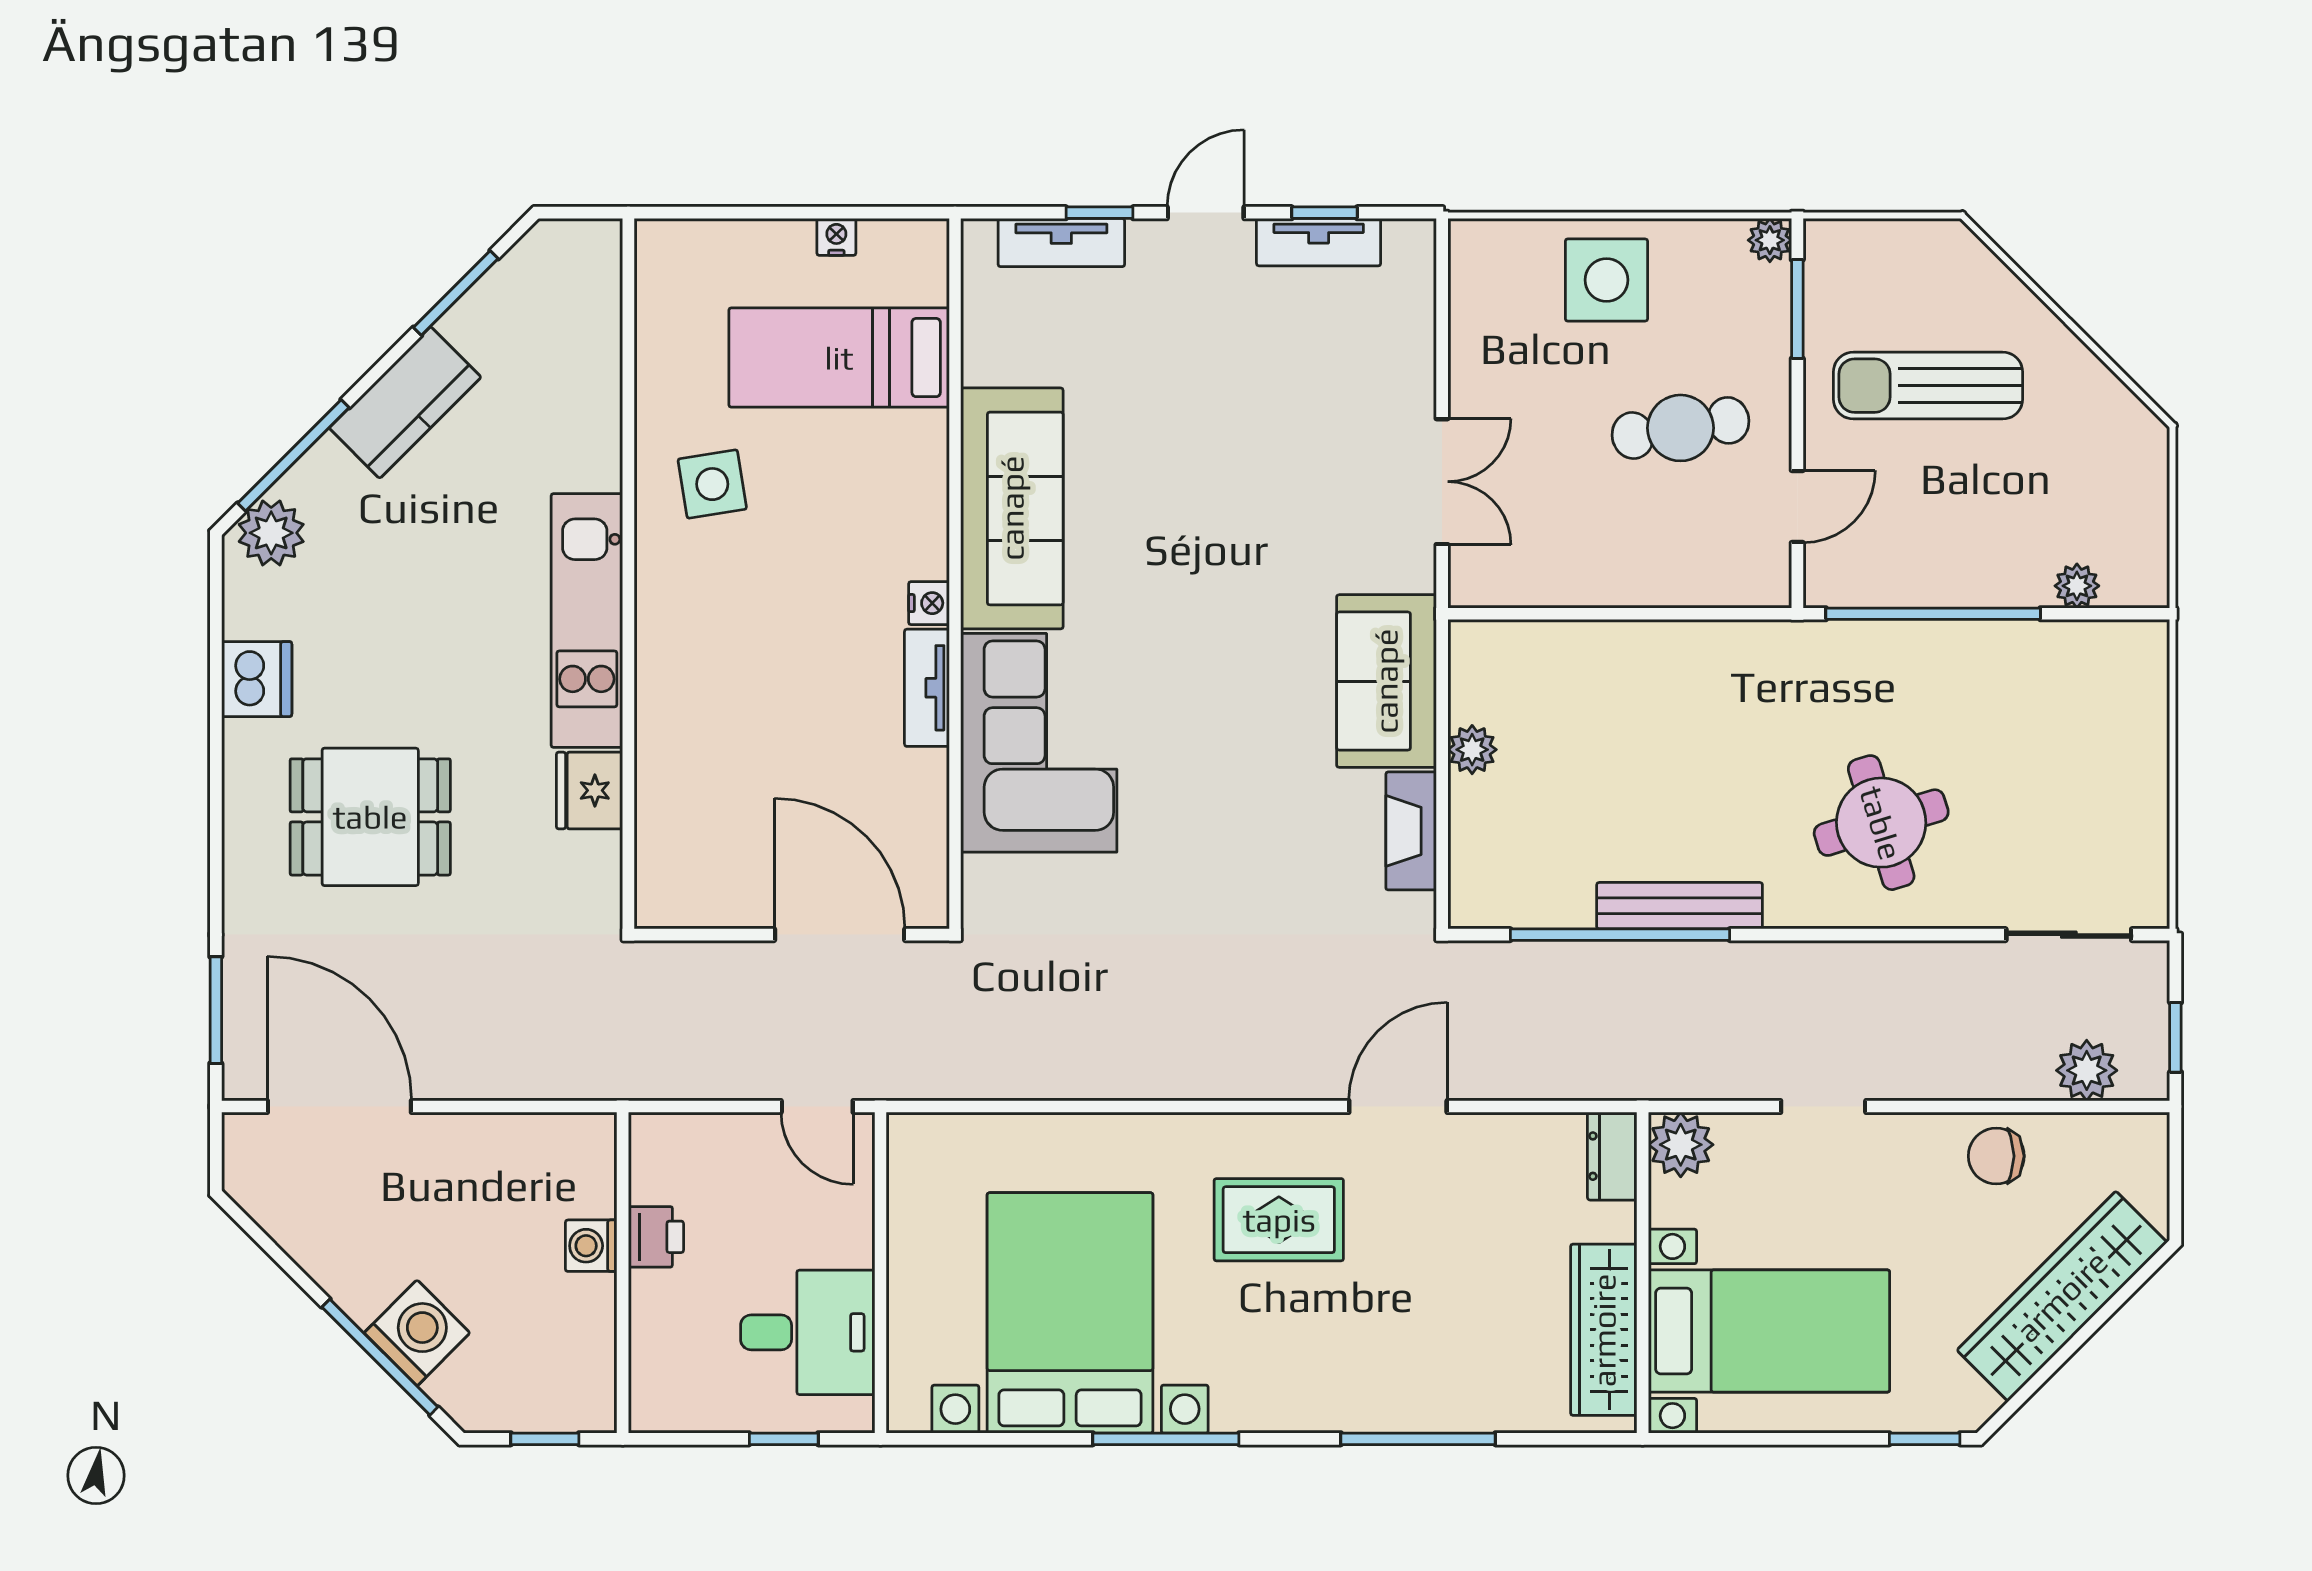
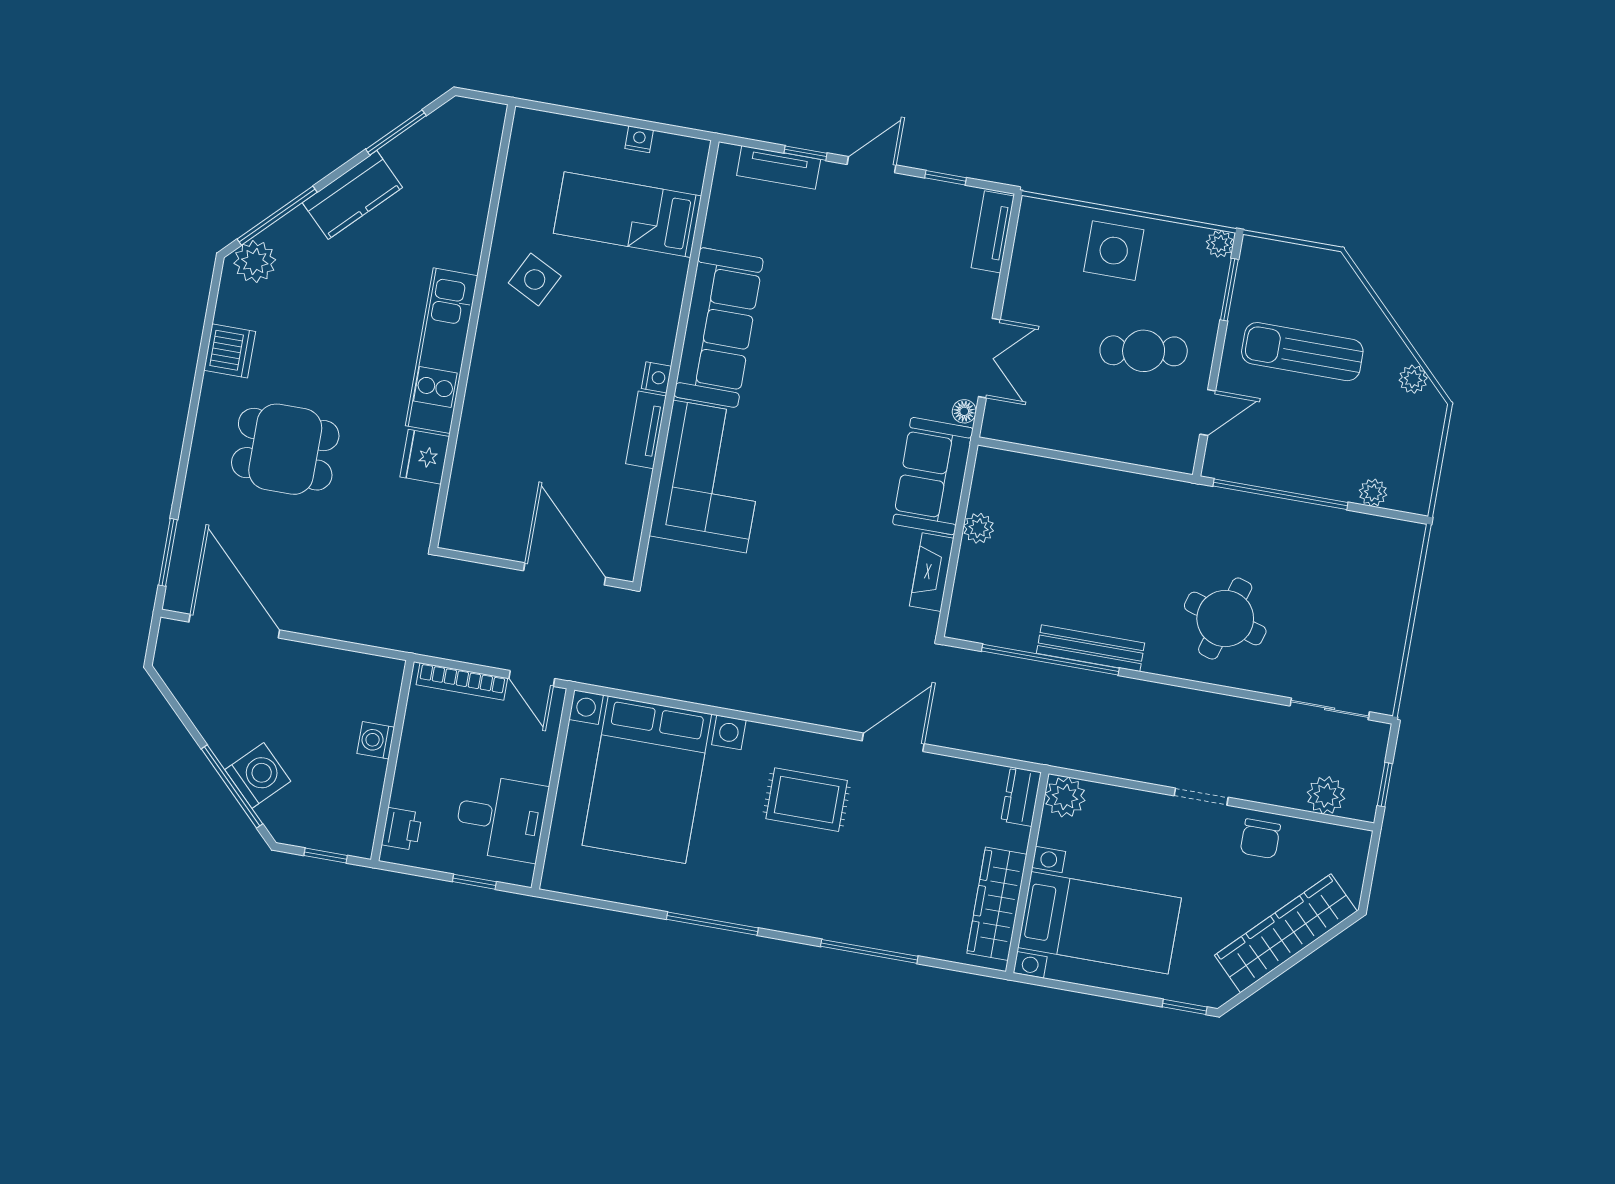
tv unit: (1319, 242) -> (993, 232), moved, turned 90
plant: (2108, 398) -> (1413, 379), added
side table: (712, 484) -> (535, 280), turned 36
floor lamp: (1418, 571) -> (964, 411), added
round table: (1881, 823) -> (1225, 619), turned 34
doorway: (1823, 1107) -> (1201, 797), moved
bookcase: (709, 1130) -> (462, 681), added
chair: (1996, 1156) -> (1260, 839), turned -90
printer: (656, 1237) -> (402, 829), moved
bed with nightstands: (1070, 1313) -> (647, 780), moved, turned 180

